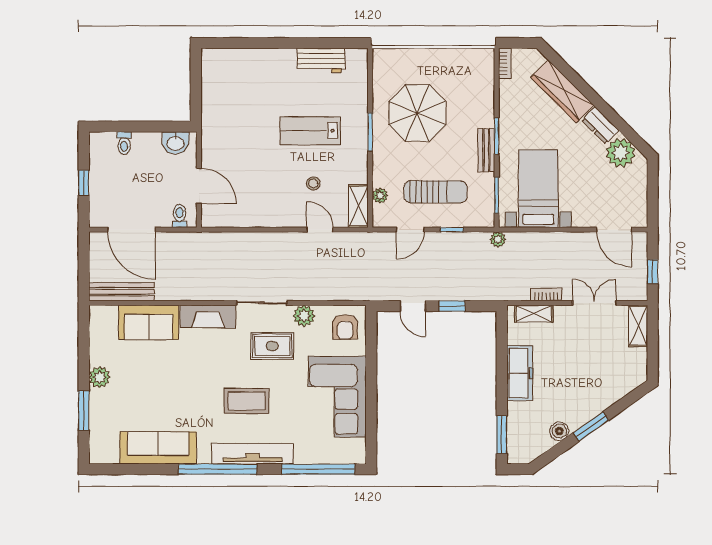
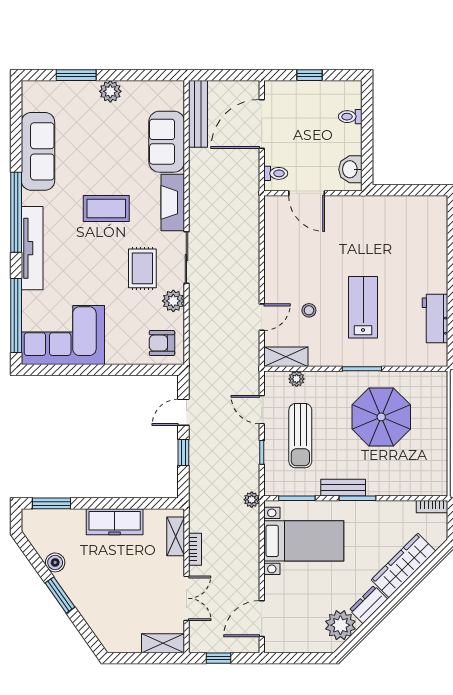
door: (199, 186) -> (307, 193), hinge flipped
corner sofa: (337, 396) -> (63, 335), moved
coffee table: (247, 401) -> (106, 208), moved, turned 90

